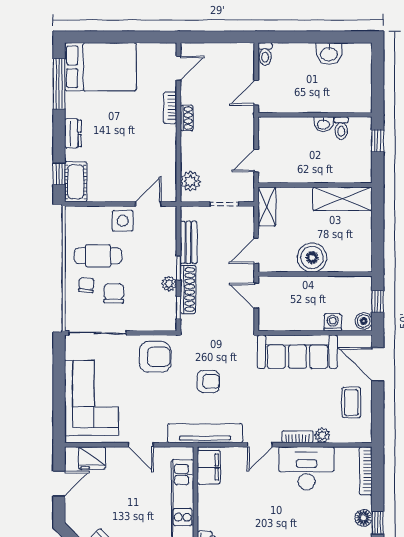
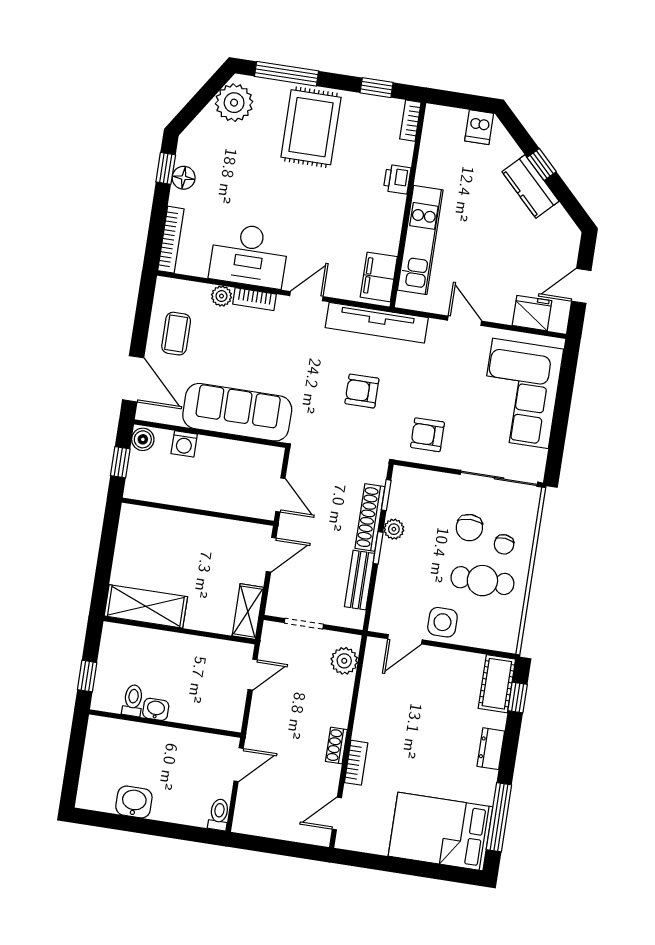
boiler: (312, 257) -> (198, 534), removed
armchair: (155, 357) -> (427, 435), width x0.72, depth x0.72

